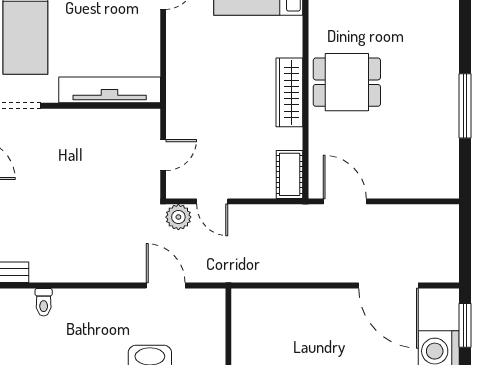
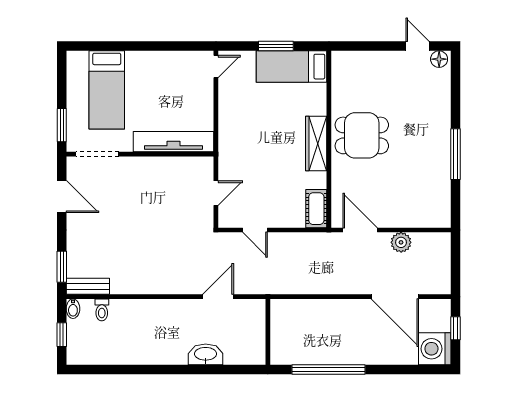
plant: (178, 217) -> (401, 242), moved
door: (166, 285) -> (218, 297), hinge flipped
toilet: (44, 302) -> (102, 310), moved
window: (465, 325) -> (455, 328), width x0.67

